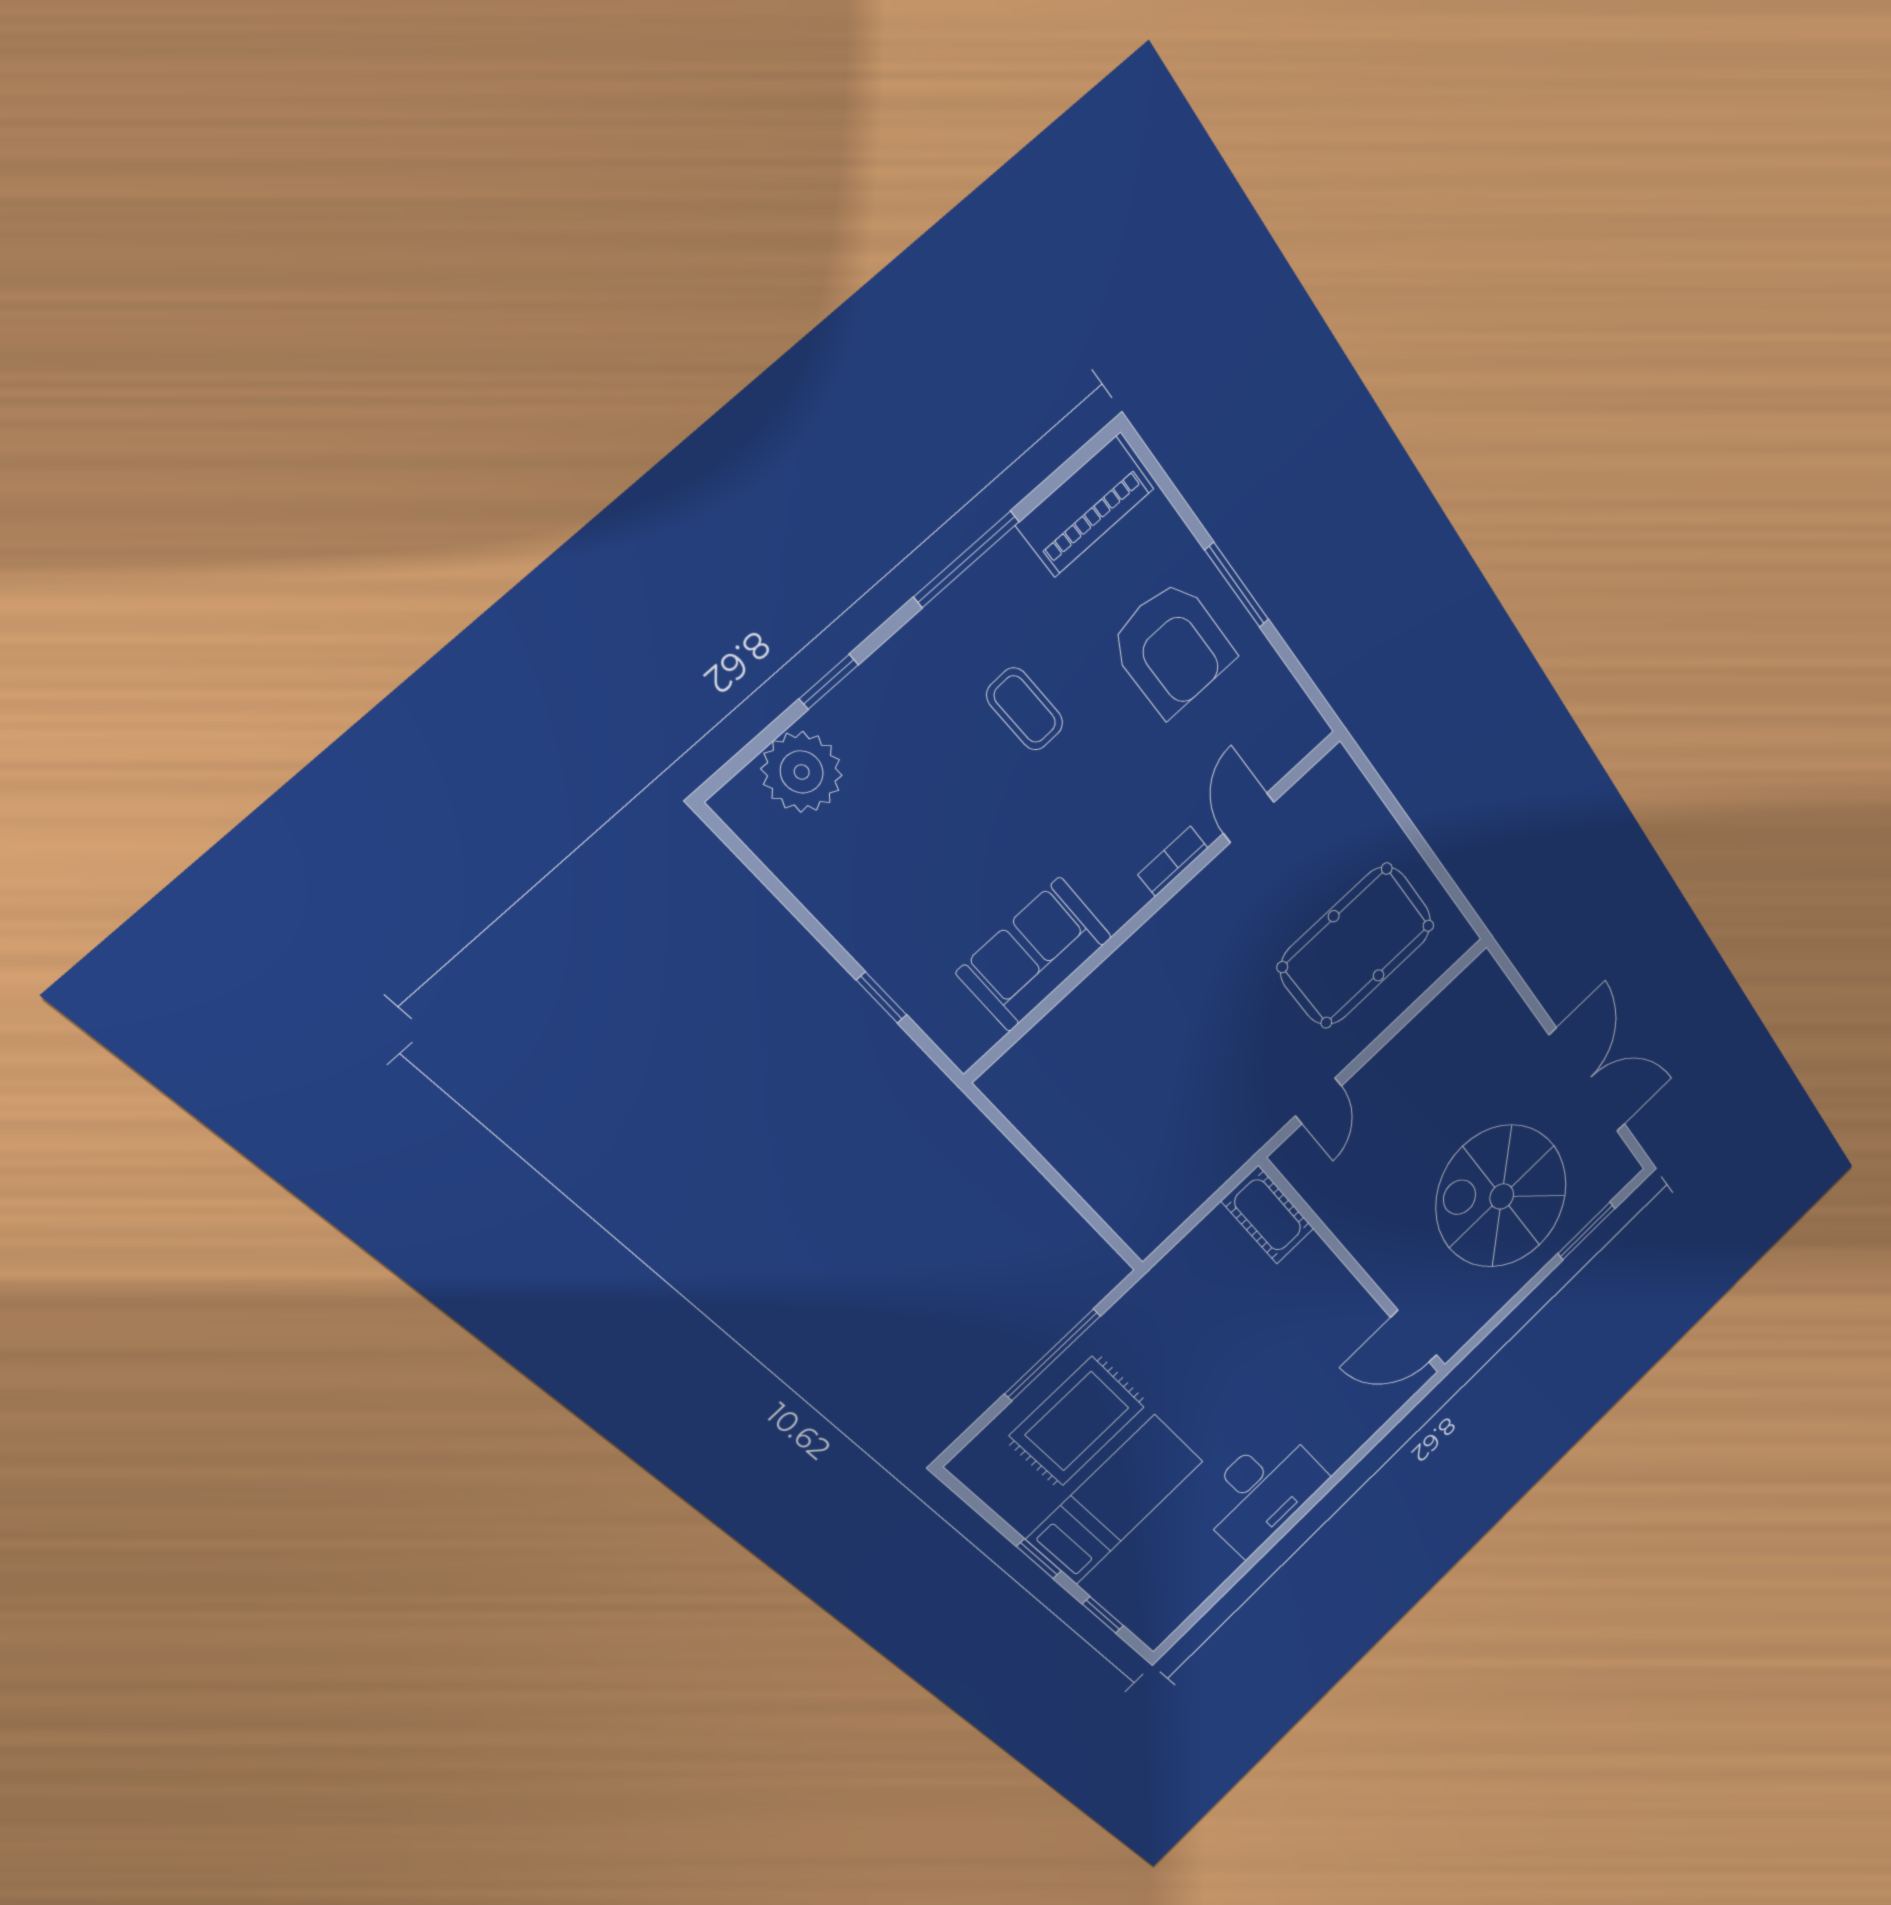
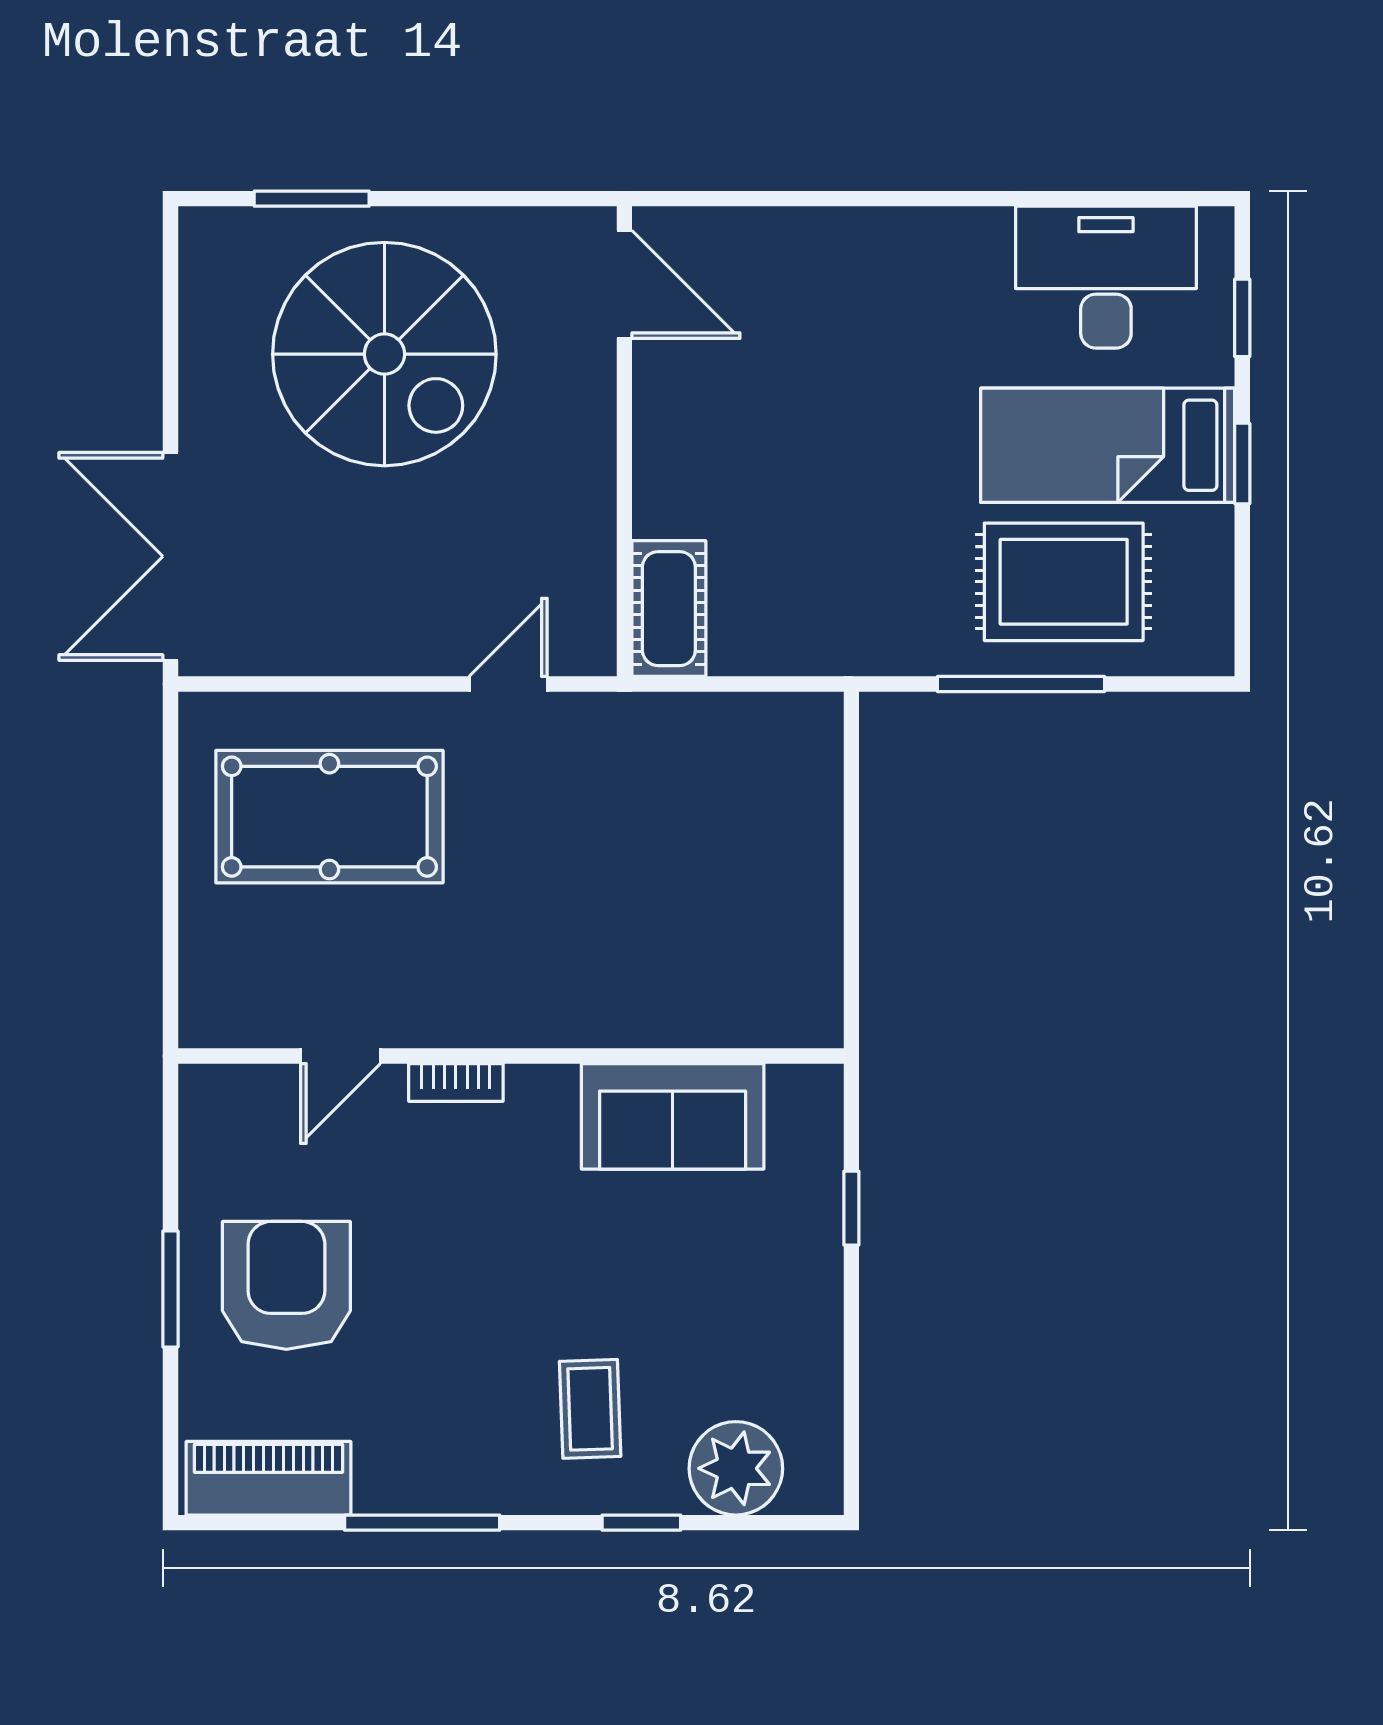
coffee table: (1025, 709) -> (590, 1409), moved
double door: (1587, 1080) -> (170, 556), moved
desk: (1261, 1491) -> (1106, 277), moved

